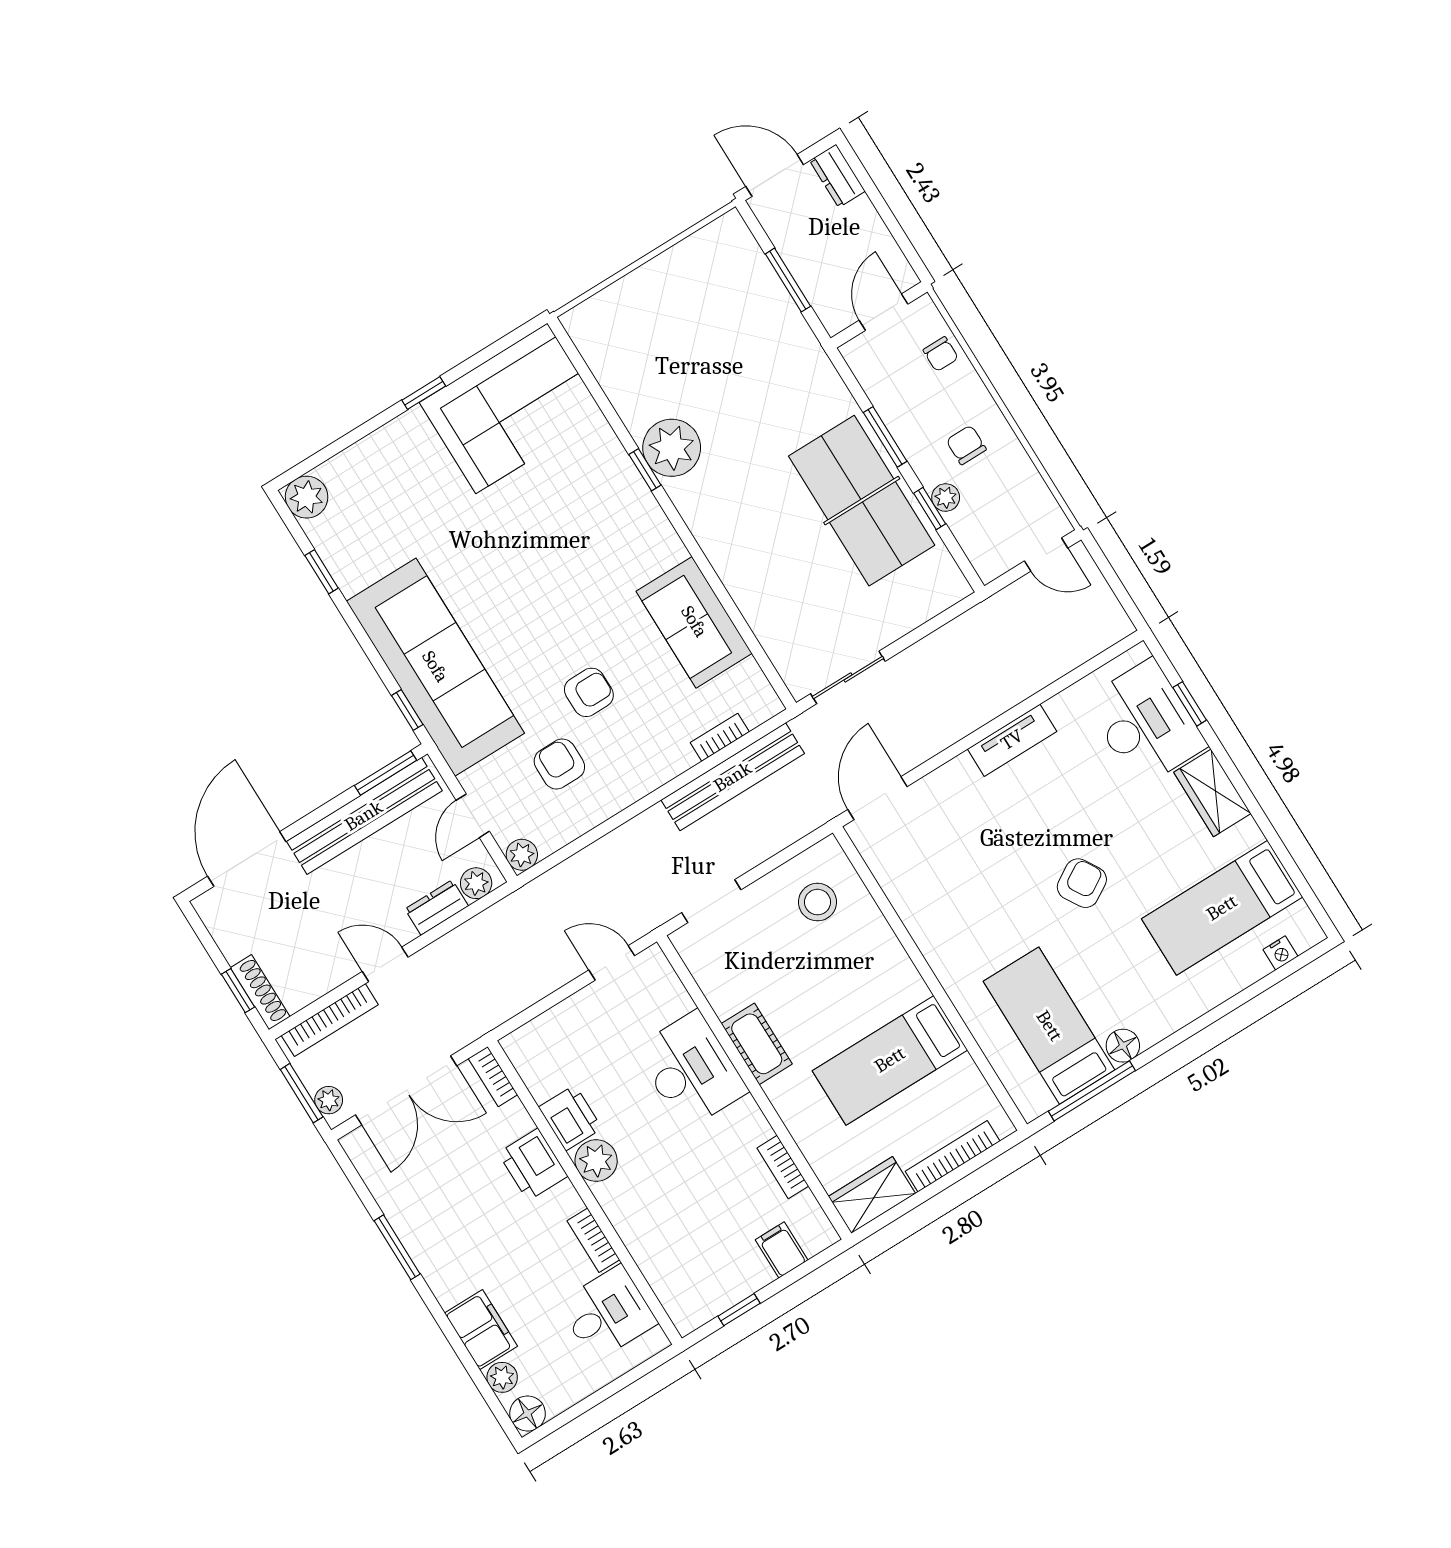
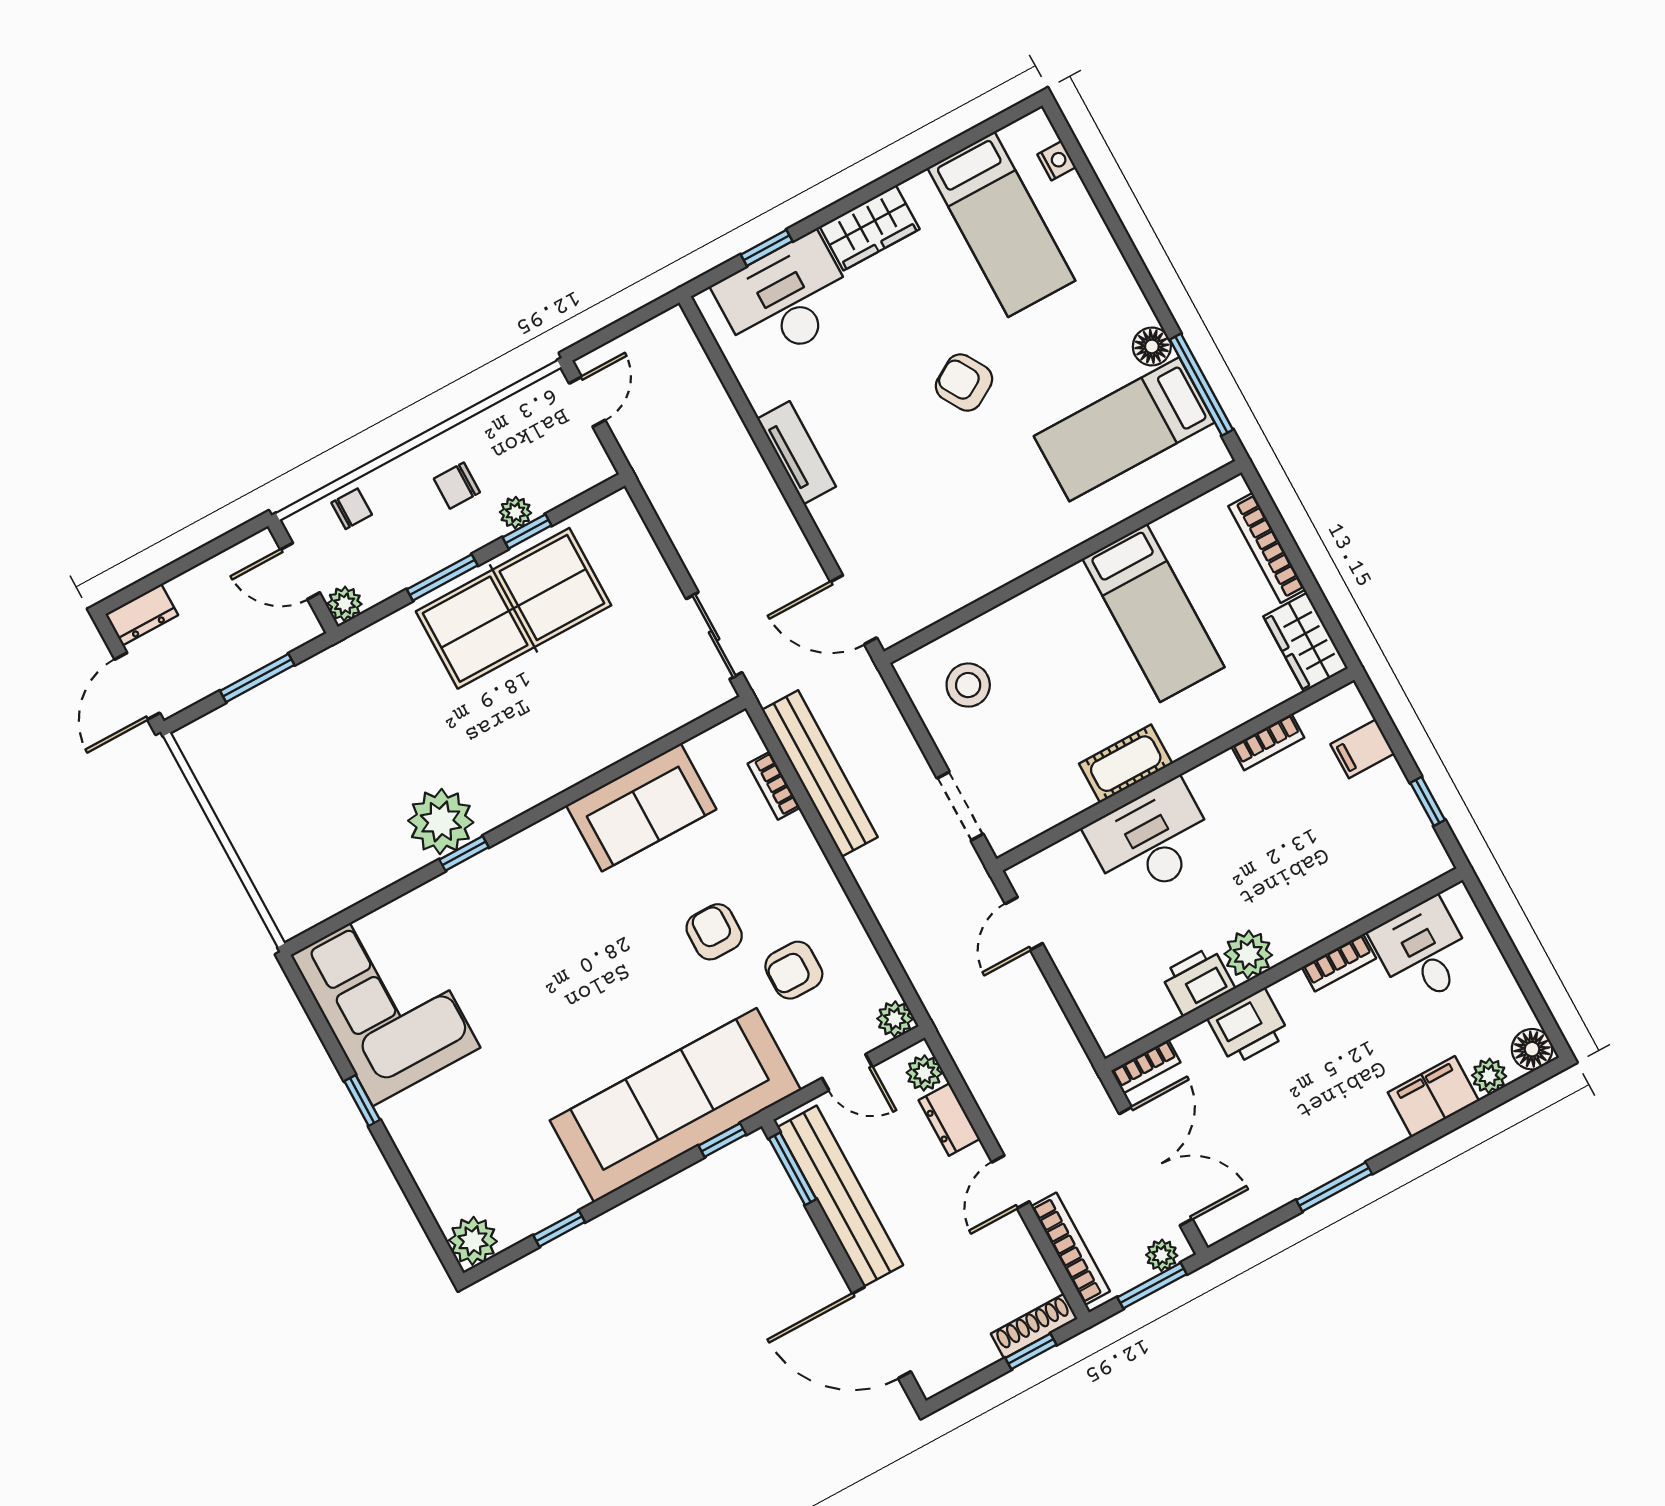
plant: (857, 353) -> (345, 604), added

